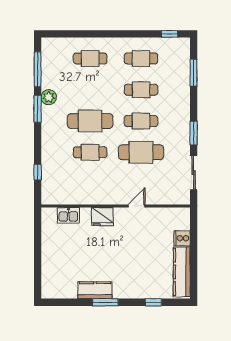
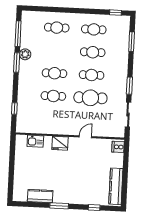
cafe table: (90, 121) -> (54, 73), width x0.73, depth x0.74
cooker: (182, 238) -> (118, 147), moved
kitchen counter: (95, 290) -> (40, 196), moved

